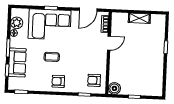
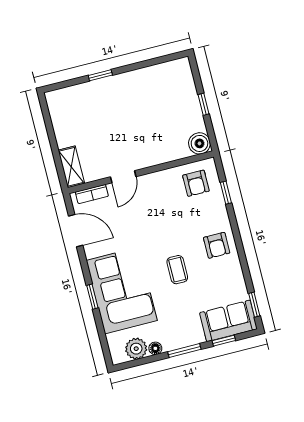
shelving: (139, 18) -> (71, 167), moved
door: (109, 43) -> (123, 177), swing flipped
sofa: (17, 63) -> (228, 321), moved

